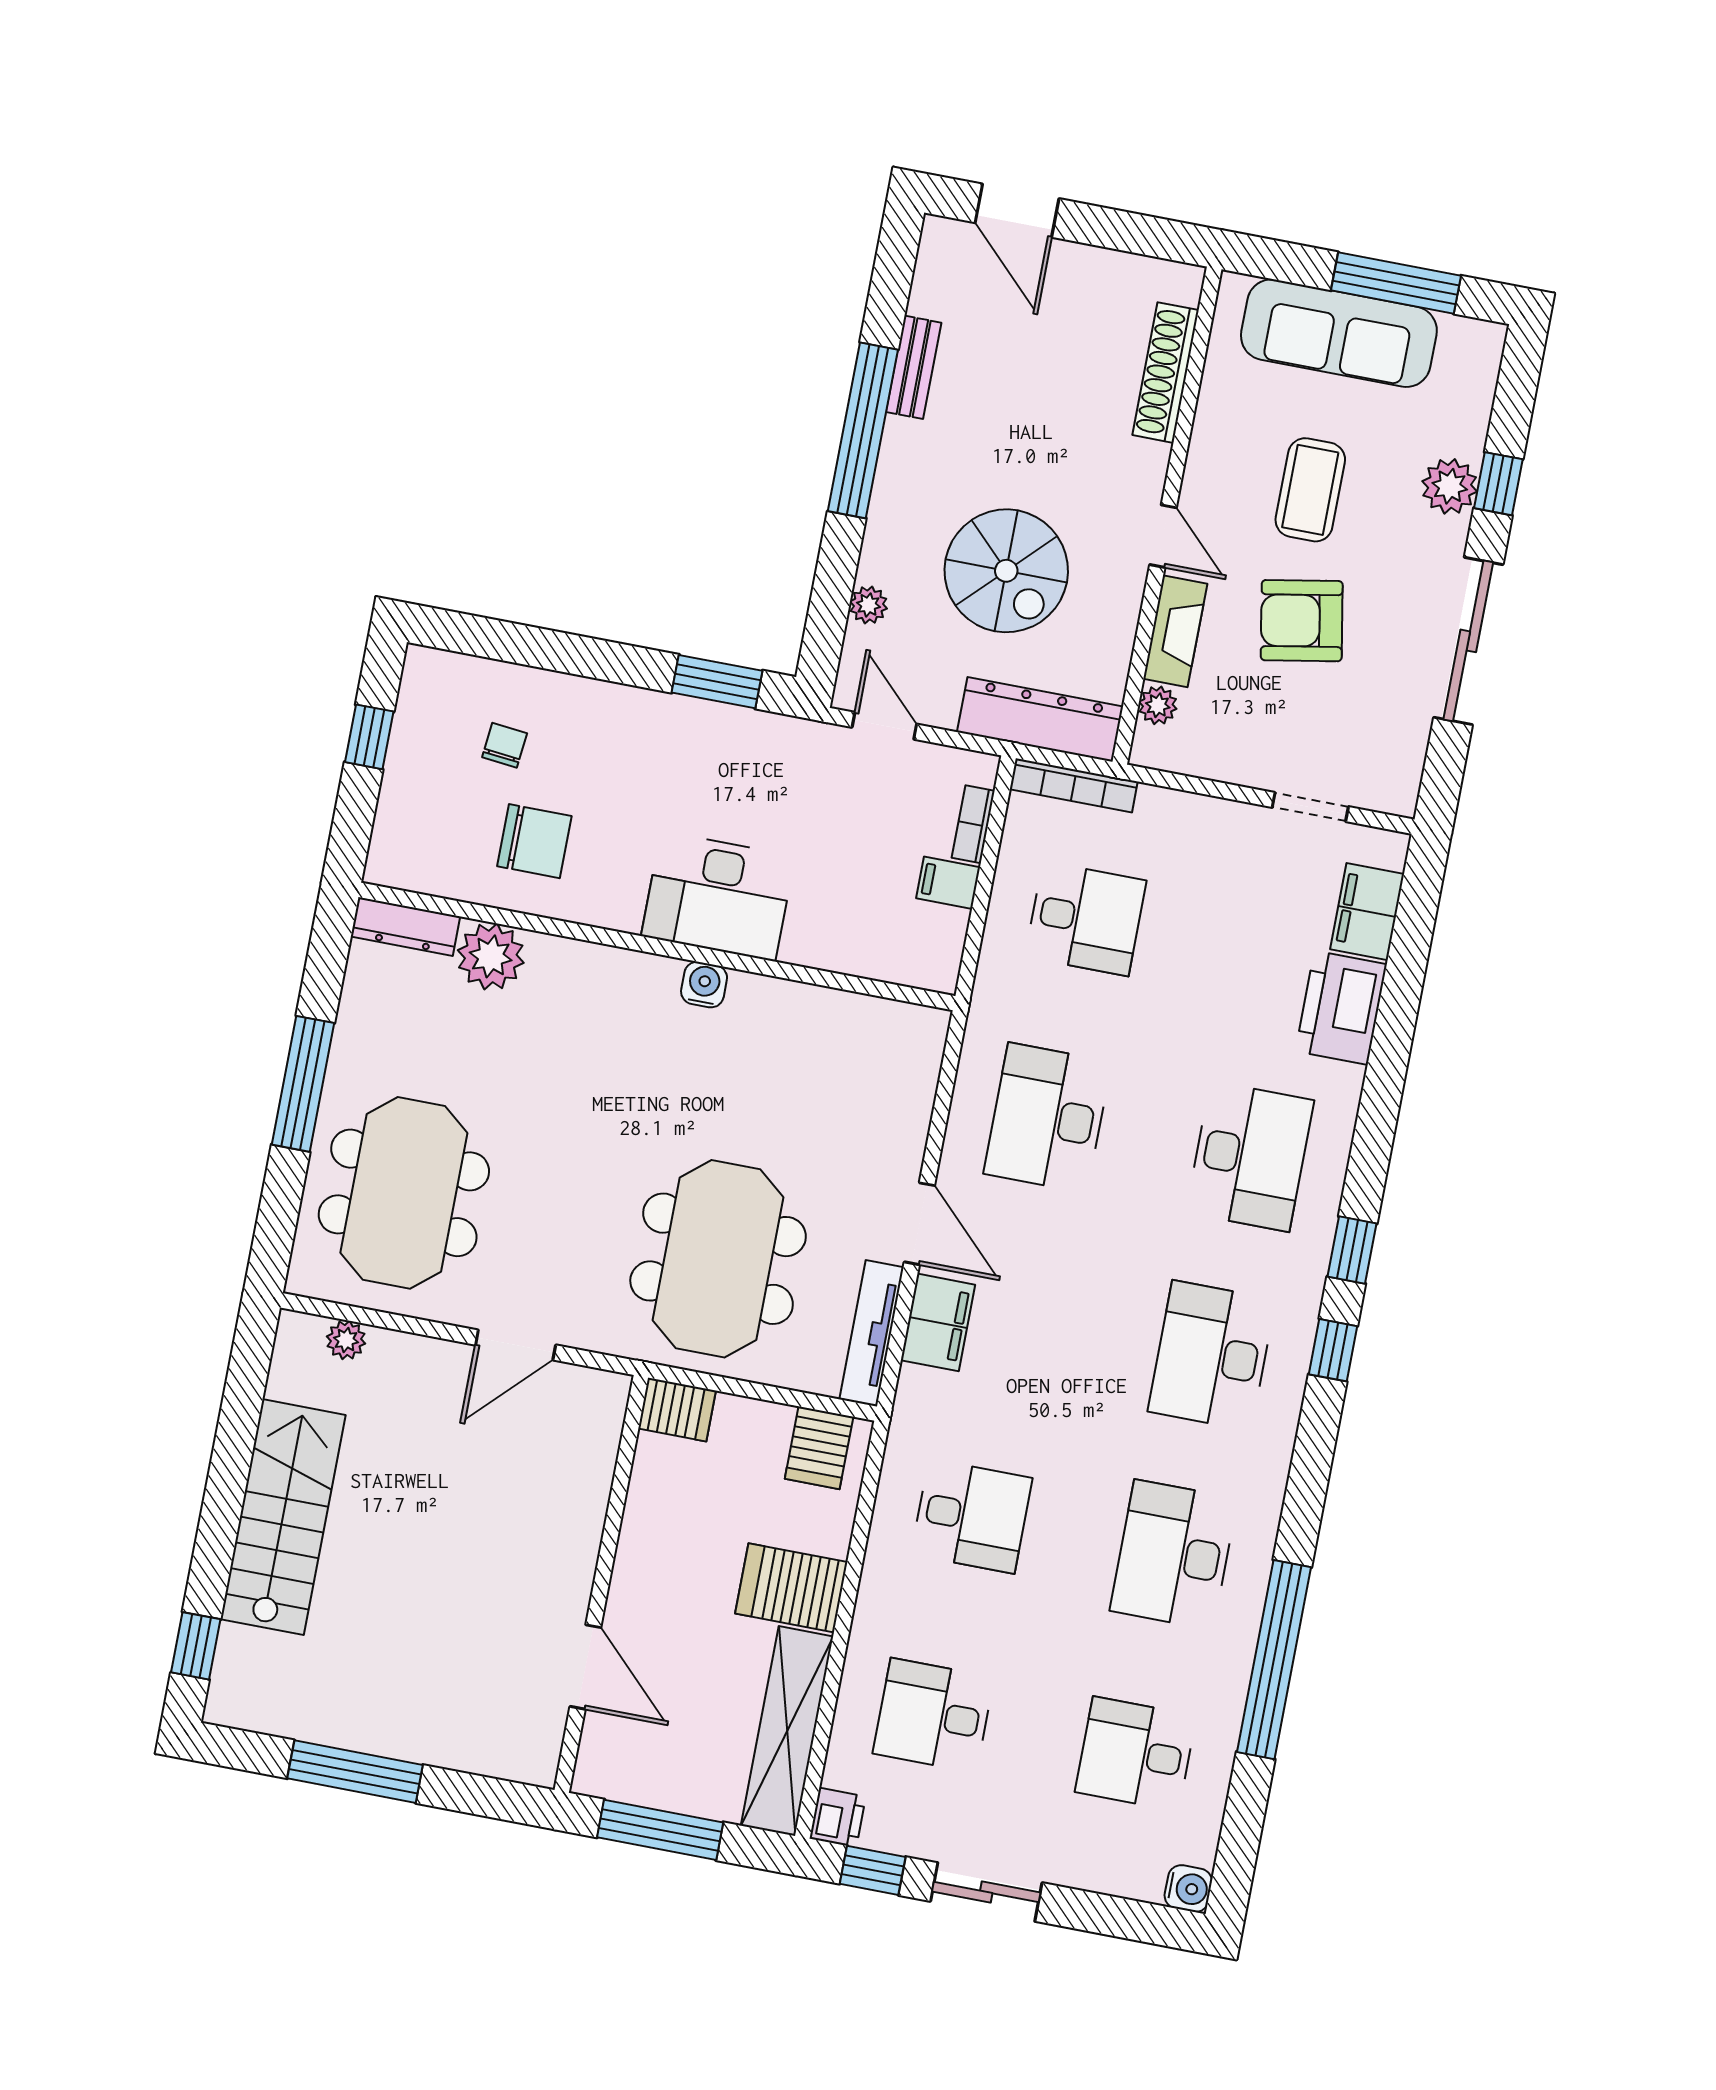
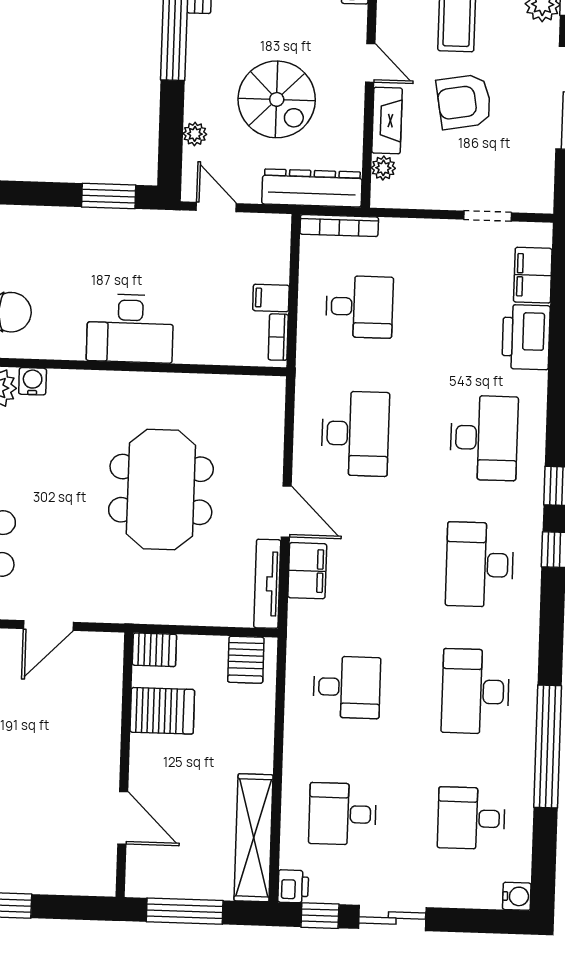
bookcase: (973, 824) -> (278, 337), moved
water cooler: (704, 985) -> (33, 381), moved
desk: (1048, 1118) -> (355, 434), turned 180
meeting table: (718, 1259) -> (161, 489), moved
server rack: (791, 1588) -> (162, 711), moved, turned 180

